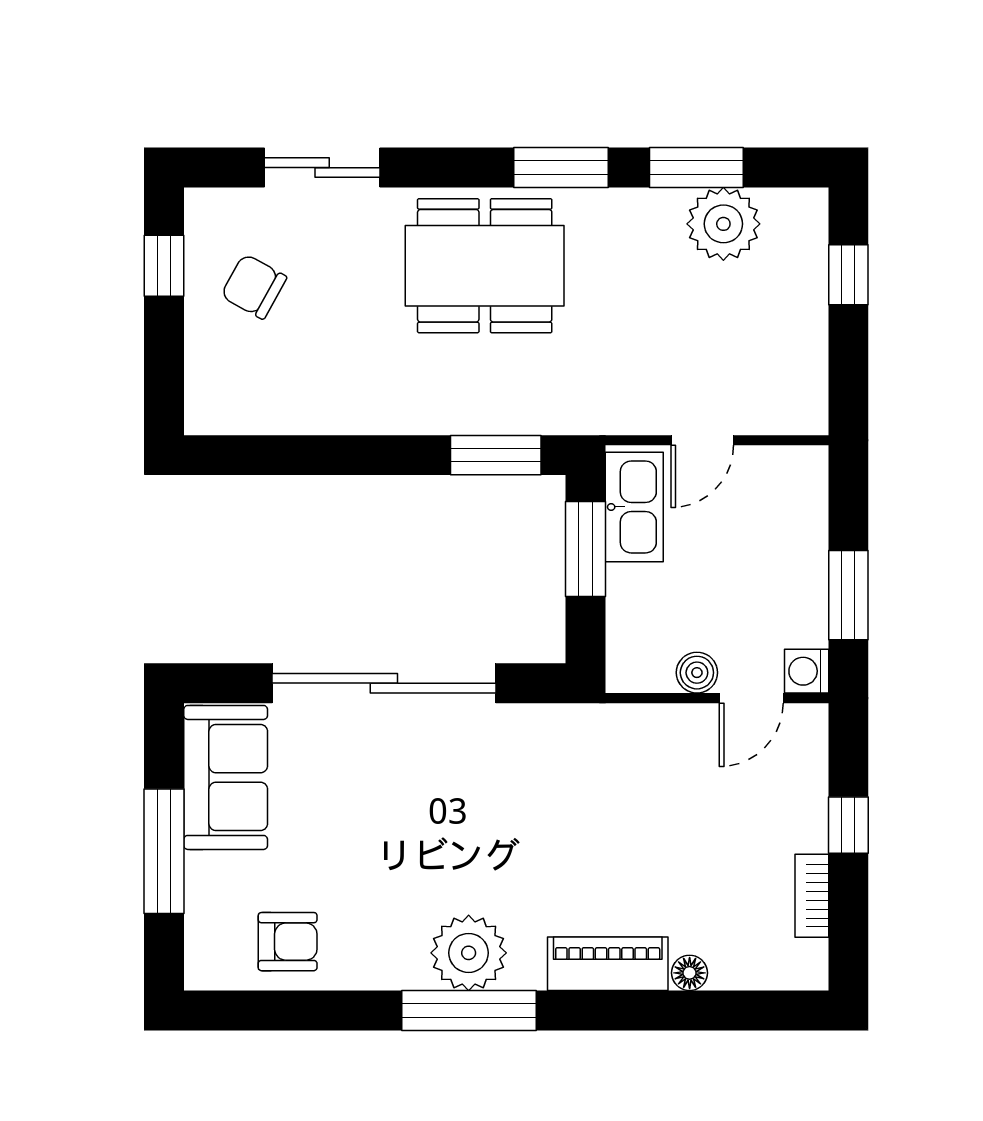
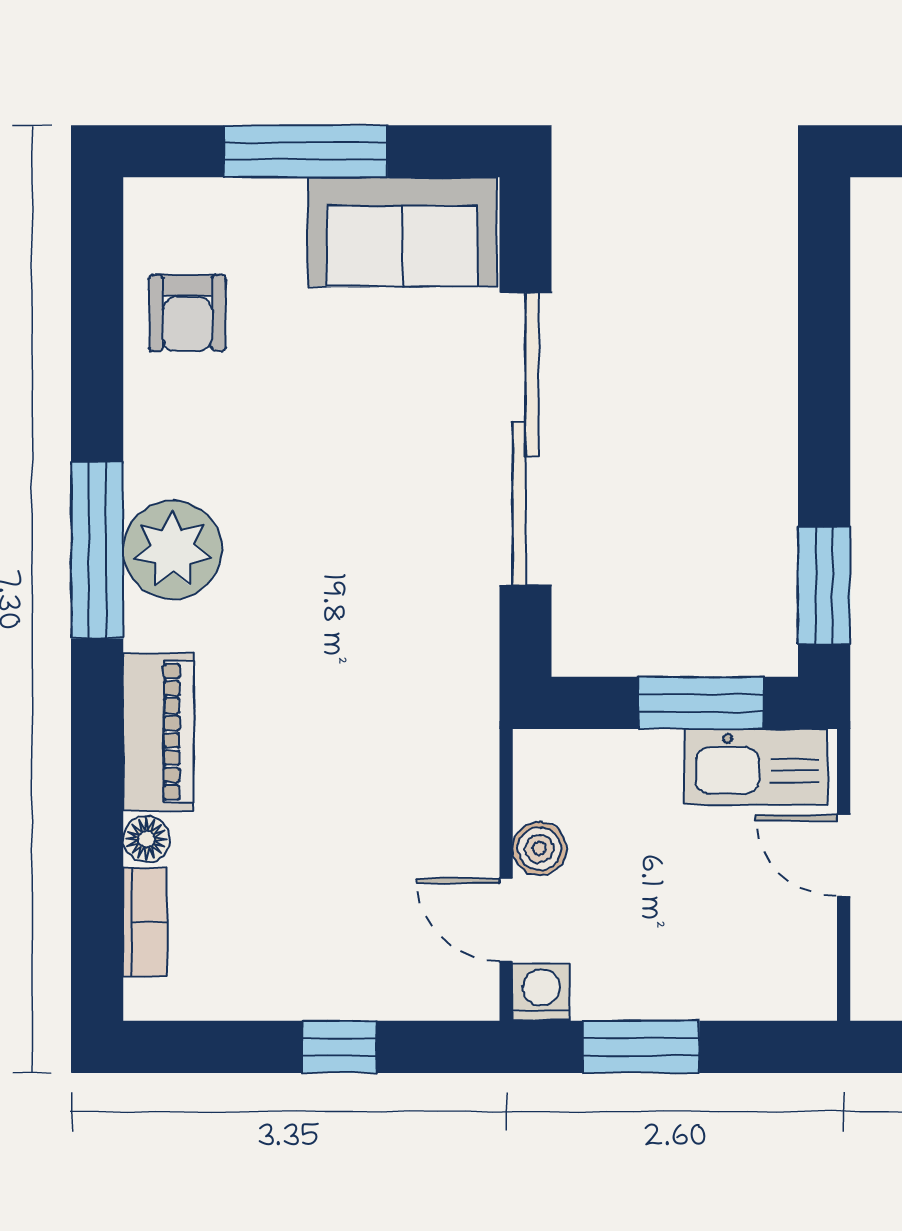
bookcase: (812, 896) -> (145, 922), moved, turned 90

